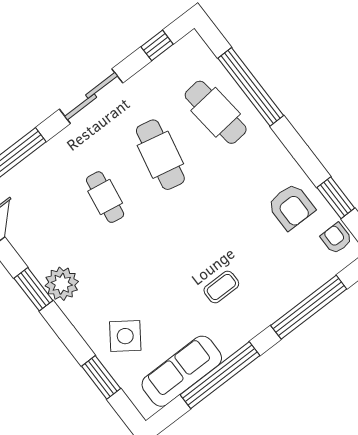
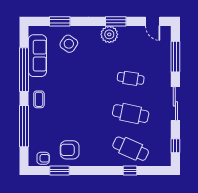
window: (251, 87) -> (130, 171), width x0.32
cafe table: (216, 112) -> (131, 149), turned 30
coffee table: (221, 287) -> (39, 99), moved

